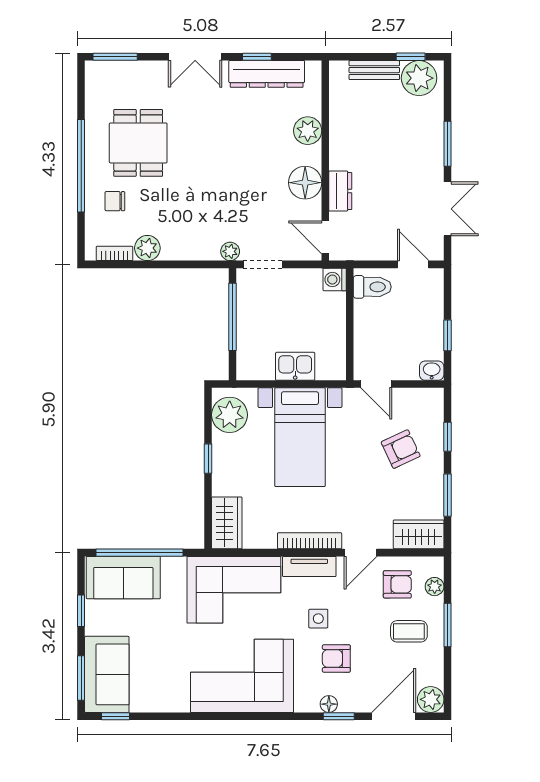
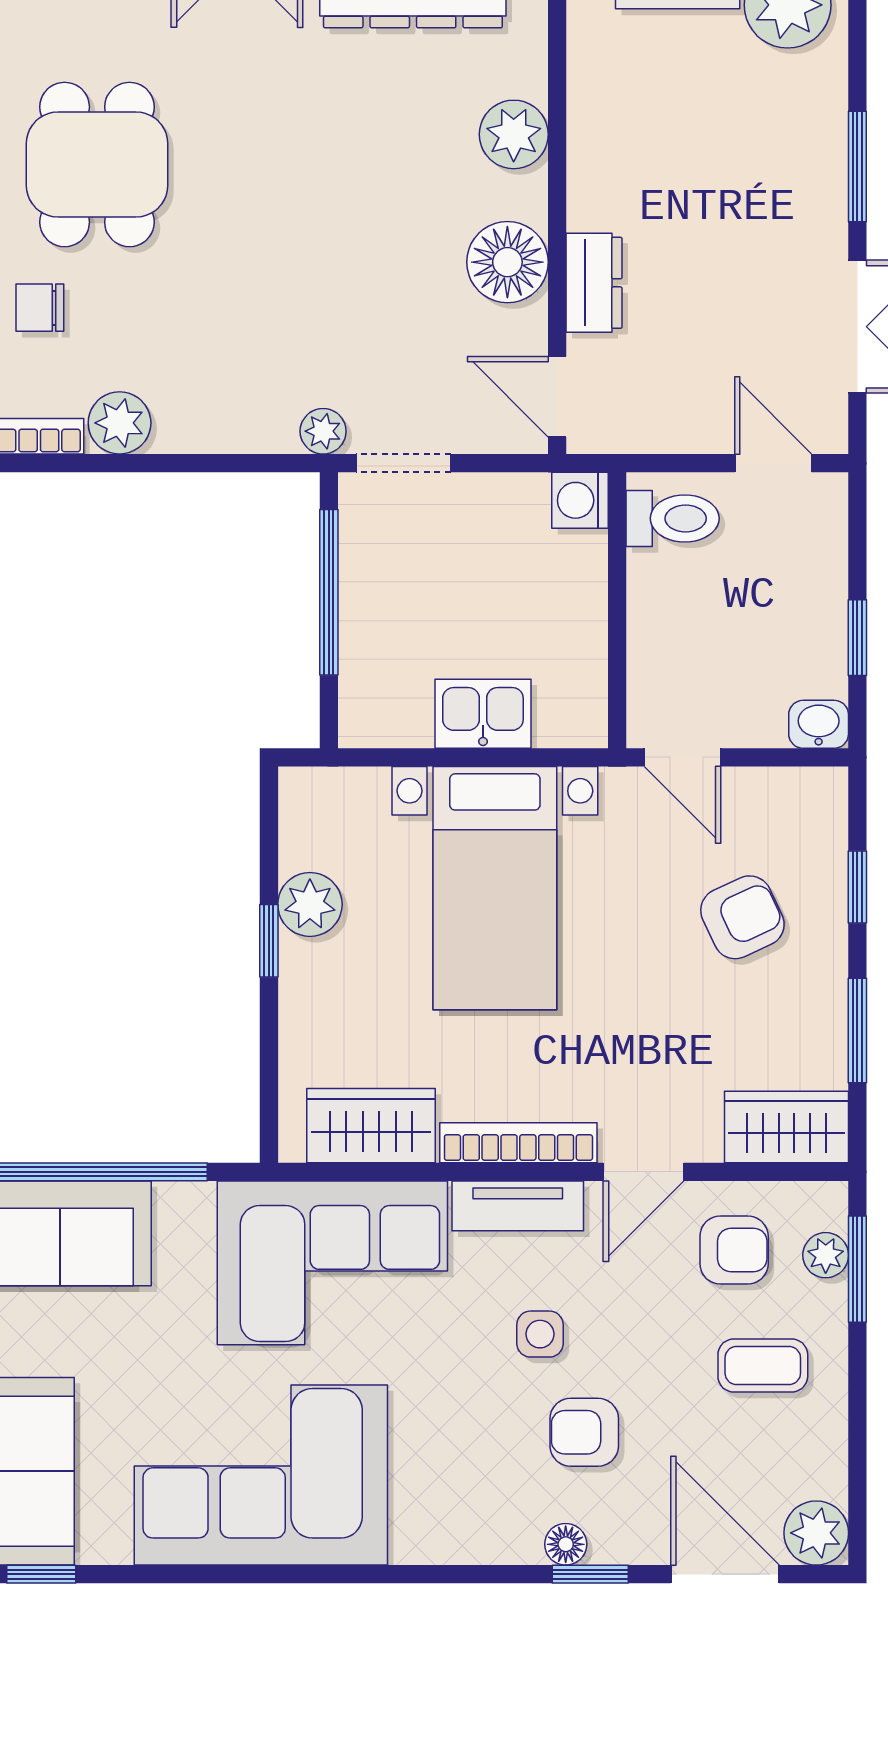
plant: (230, 415) -> (310, 904), moved, width x0.73, depth x0.73
wardrobe: (227, 523) -> (371, 1126), moved, turned -90
window: (447, 625) -> (857, 1269), moved
corner sofa: (242, 676) -> (261, 1475), moved
door: (394, 716) -> (725, 1574), hinge flipped

